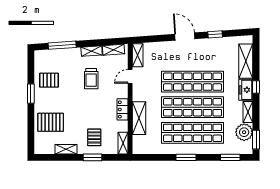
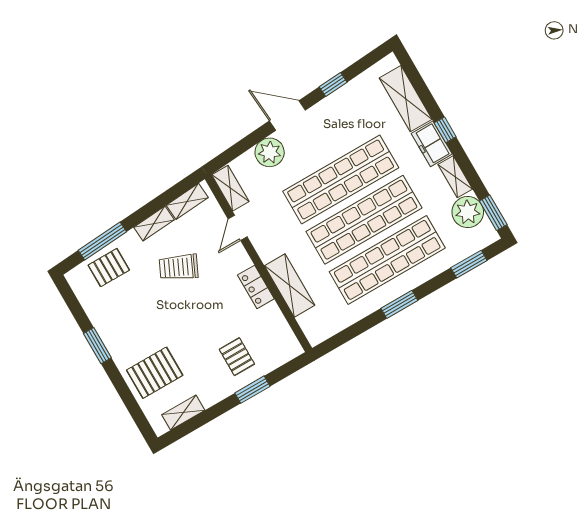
plant: (166, 49) -> (270, 152), added
trolley: (91, 79) -> (179, 267), turned 115
pallet: (49, 80) -> (109, 268), moved
shelving: (123, 143) -> (287, 339), removed
shelving: (66, 149) -> (183, 412), moved

